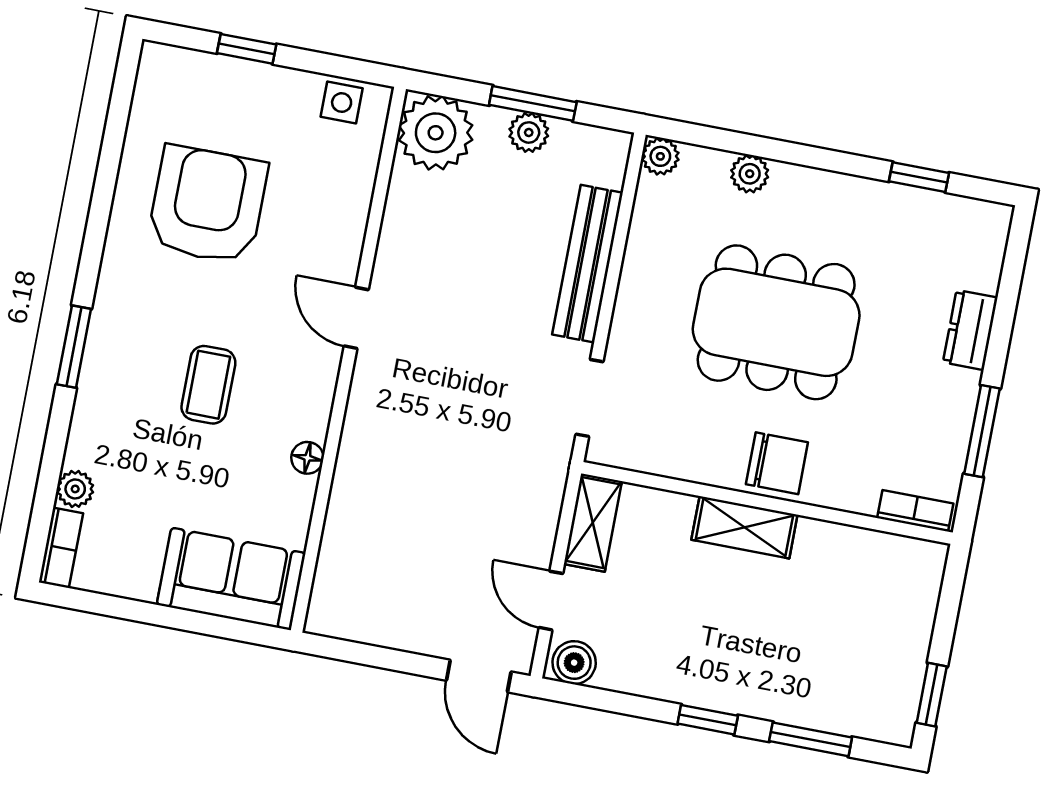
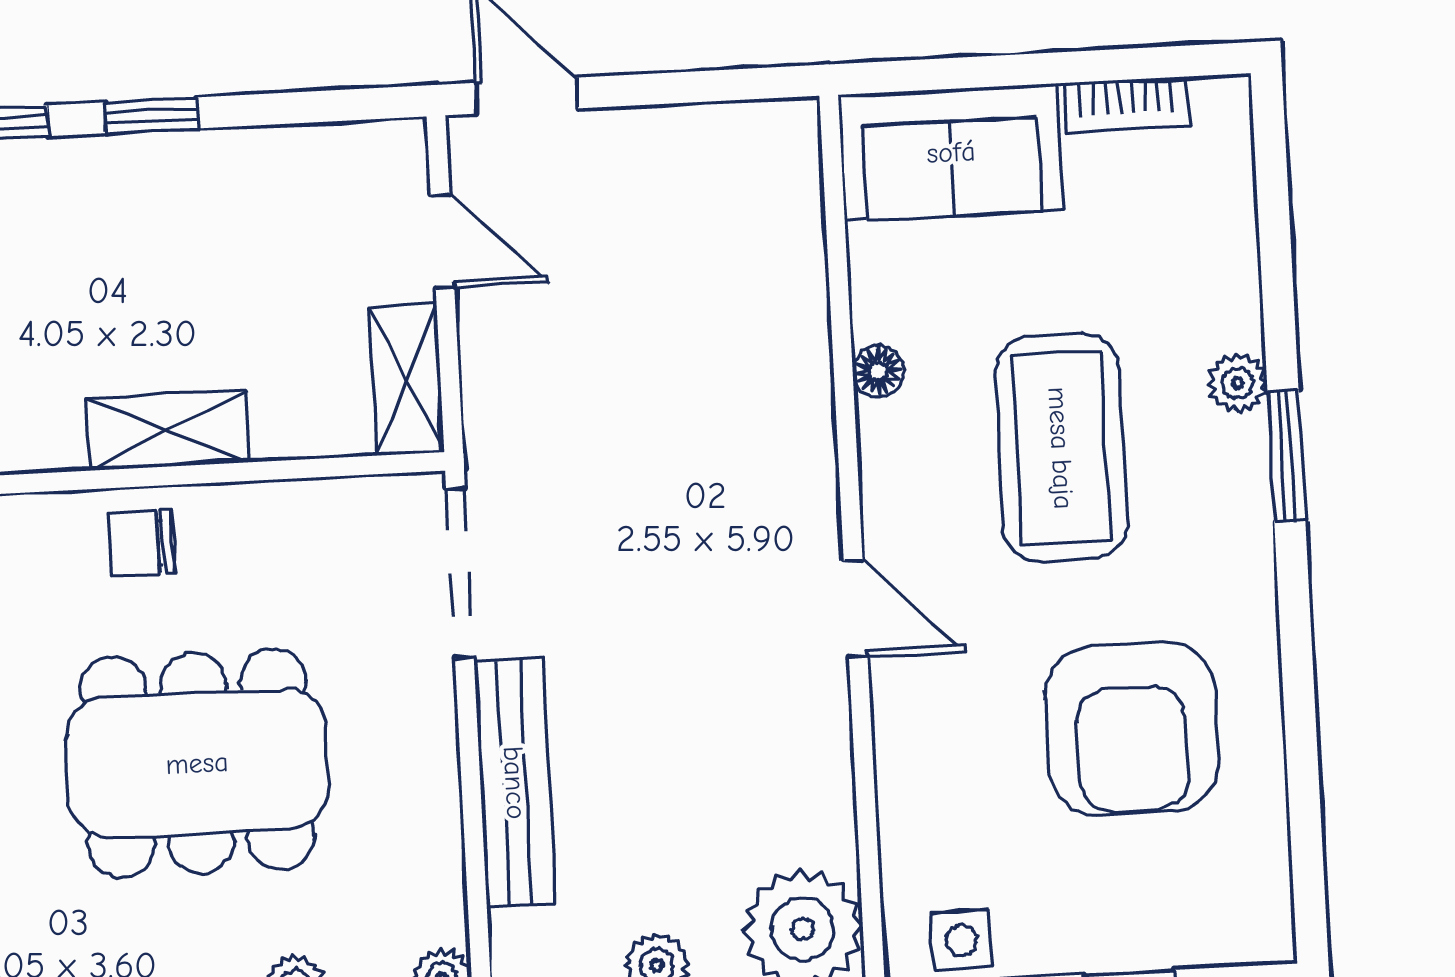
coffee table: (208, 385) -> (1061, 448), width x1.86, depth x1.72
doorway: (590, 398) -> (460, 573), width x1.38
chair: (777, 463) -> (142, 543), width x0.73, depth x0.73
plant: (75, 489) -> (1237, 383), moved
bookcase: (61, 548) -> (1126, 104), moved, turned -90
boiler: (574, 663) -> (382, 153), removed

